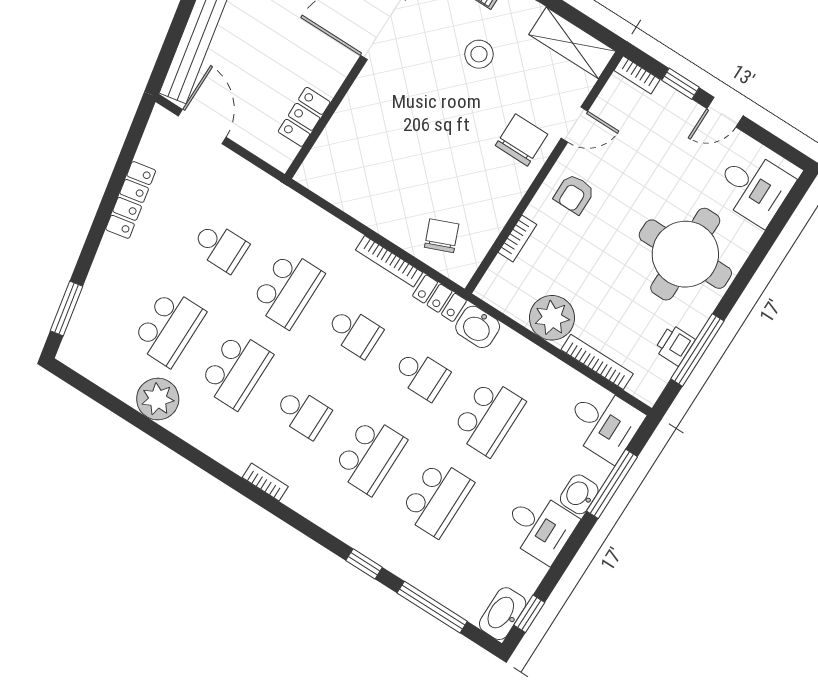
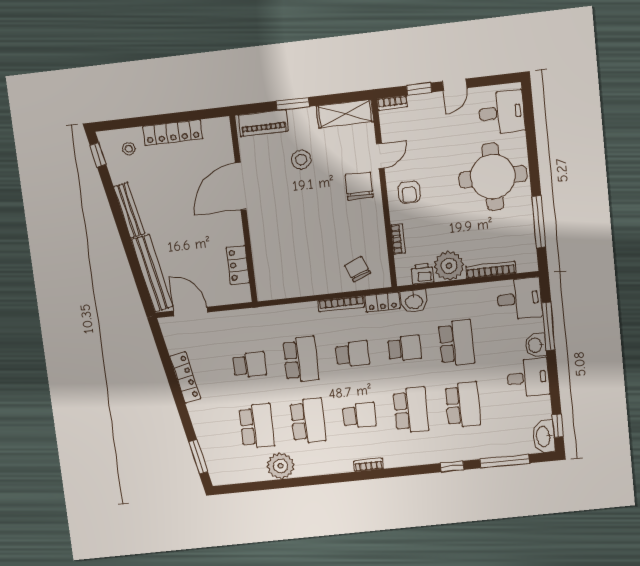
printer: (675, 345) -> (422, 274), moved, turned 90

